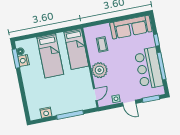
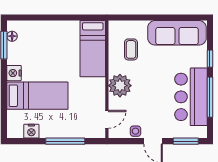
bed: (50, 56) -> (37, 96), moved, turned -90
nightstand: (23, 61) -> (14, 73), moved

